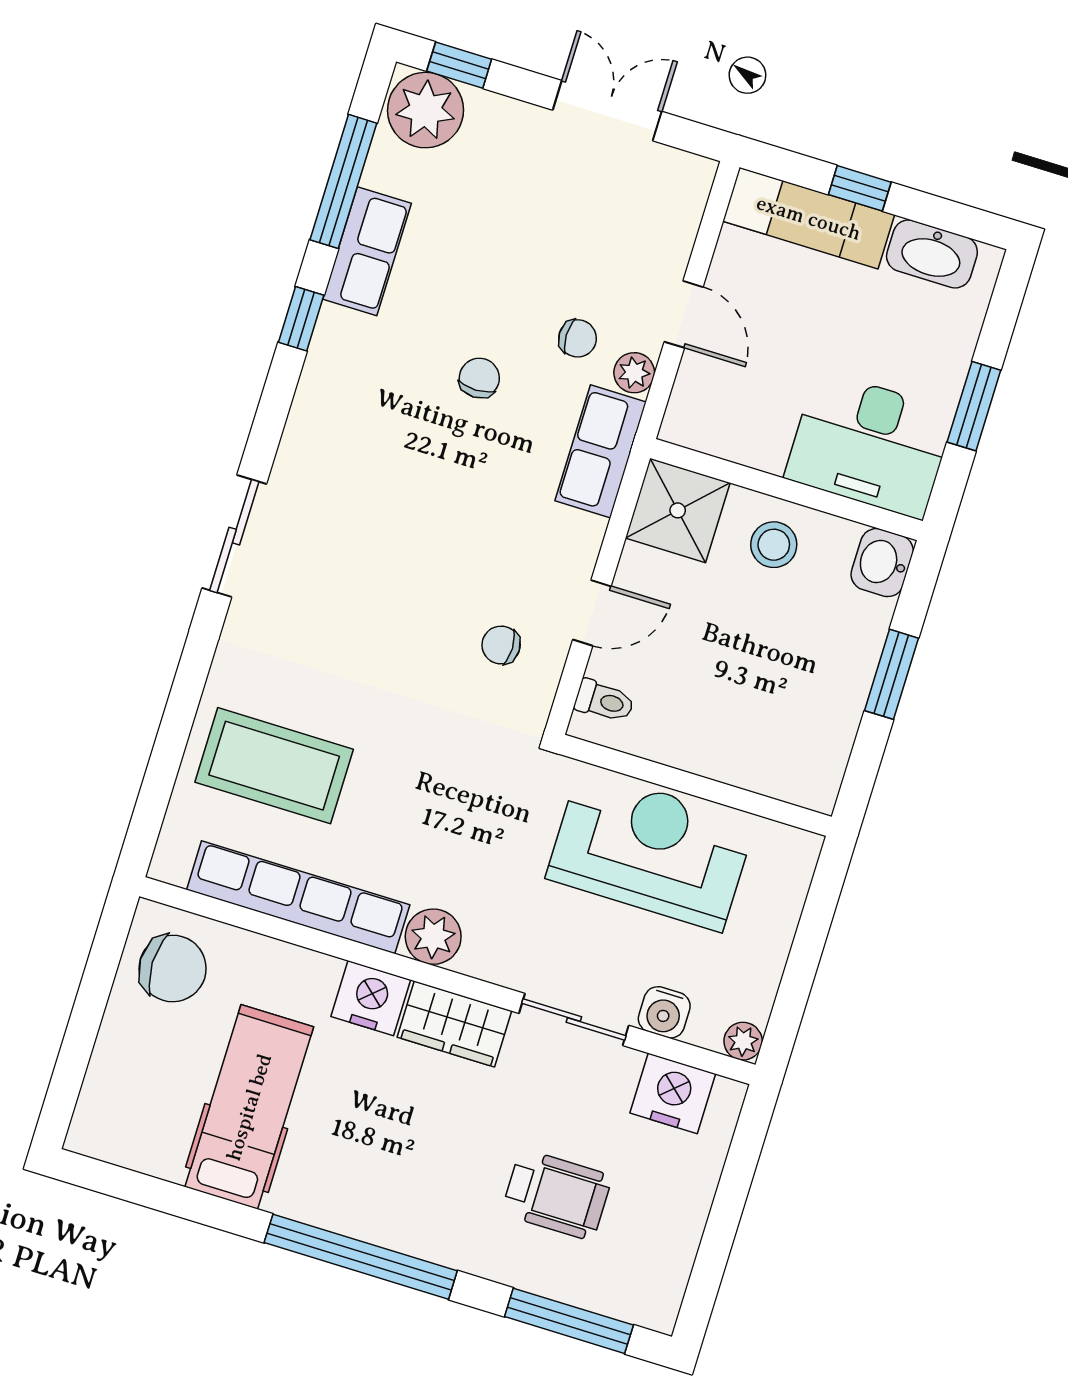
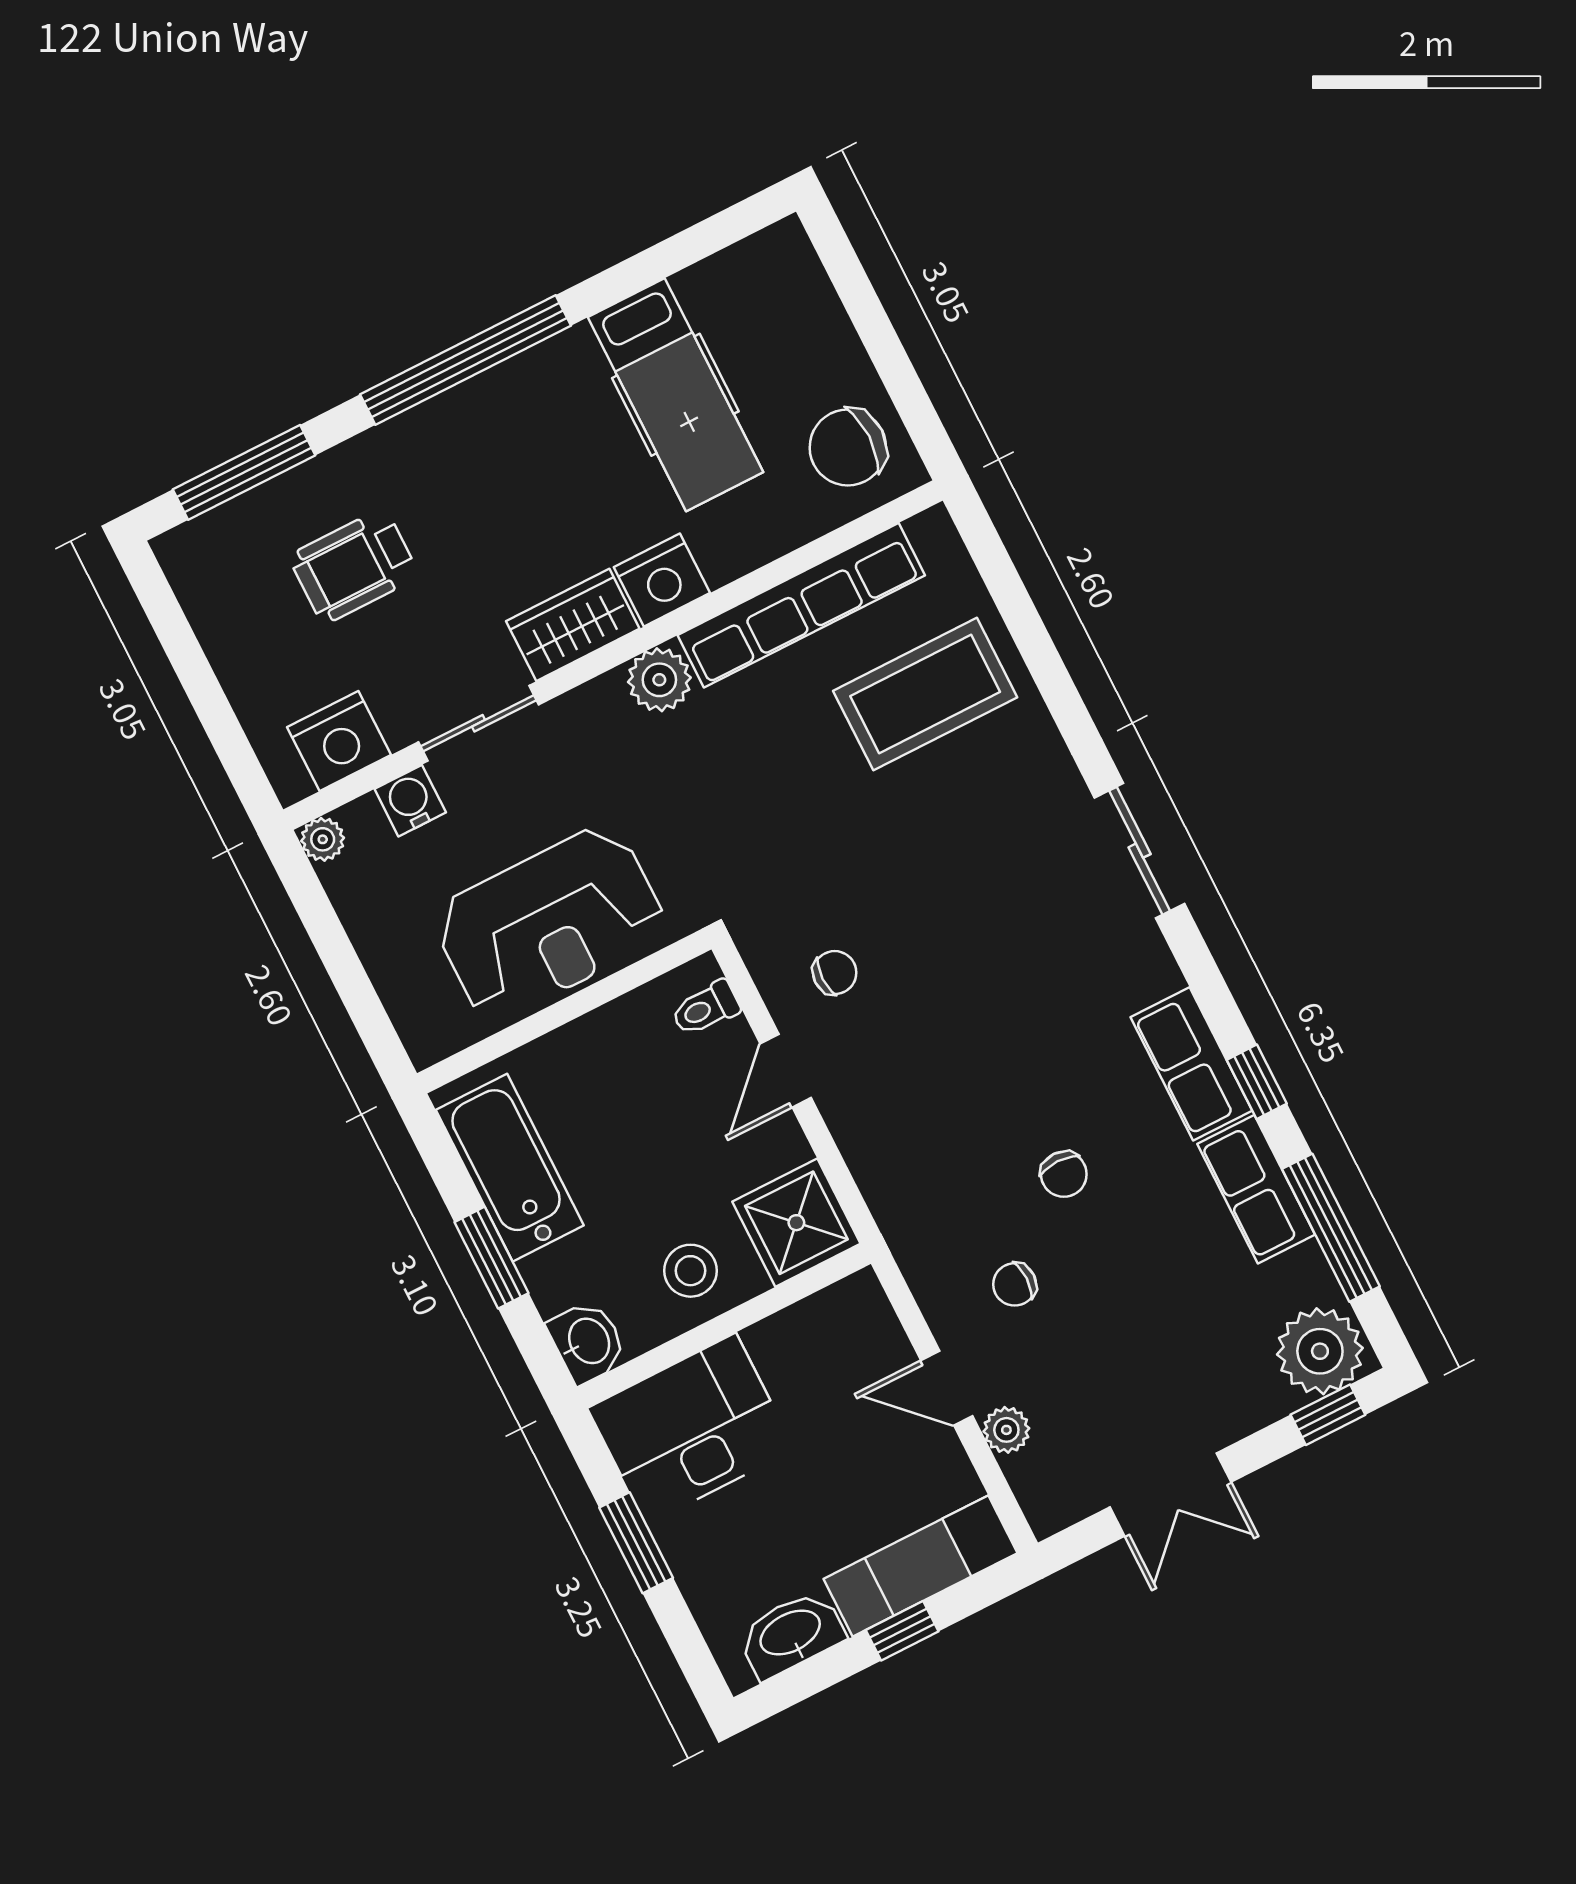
plant: (634, 373) -> (1006, 1430), moved
row of seats: (601, 451) -> (1191, 1064), moved, turned 180
bathtub: (825, 720) -> (510, 1168), added

